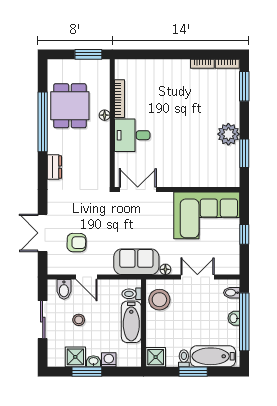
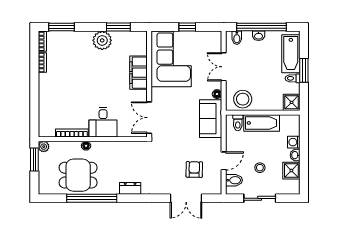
plant: (104, 65) -> (44, 147), added
filing cabinet: (191, 177) -> (139, 73), added
window: (87, 372) -> (304, 161), removed

